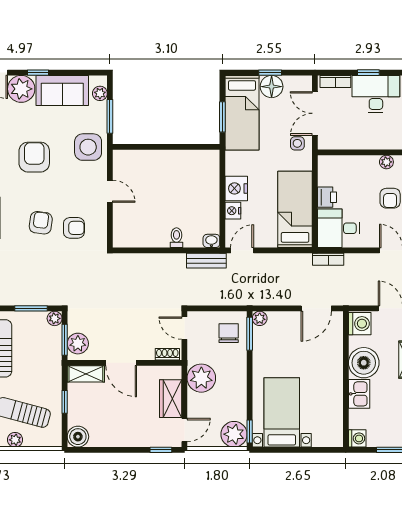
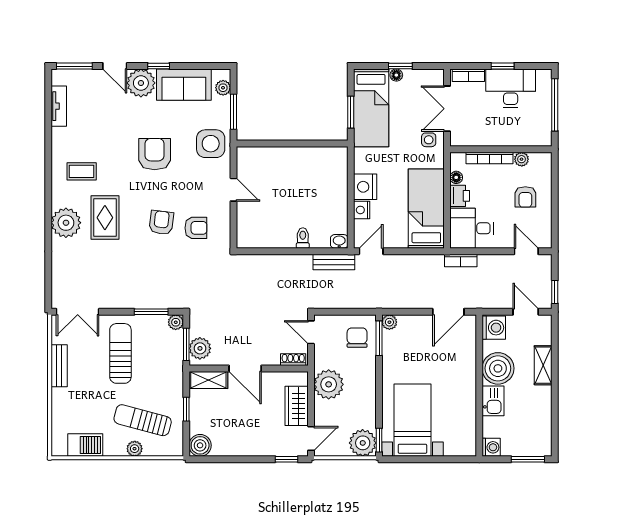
floor lamp: (272, 87) -> (396, 75), width x0.53, depth x0.53
bookcase: (356, 161) -> (490, 158), added
floor lamp: (324, 179) -> (456, 177), added

